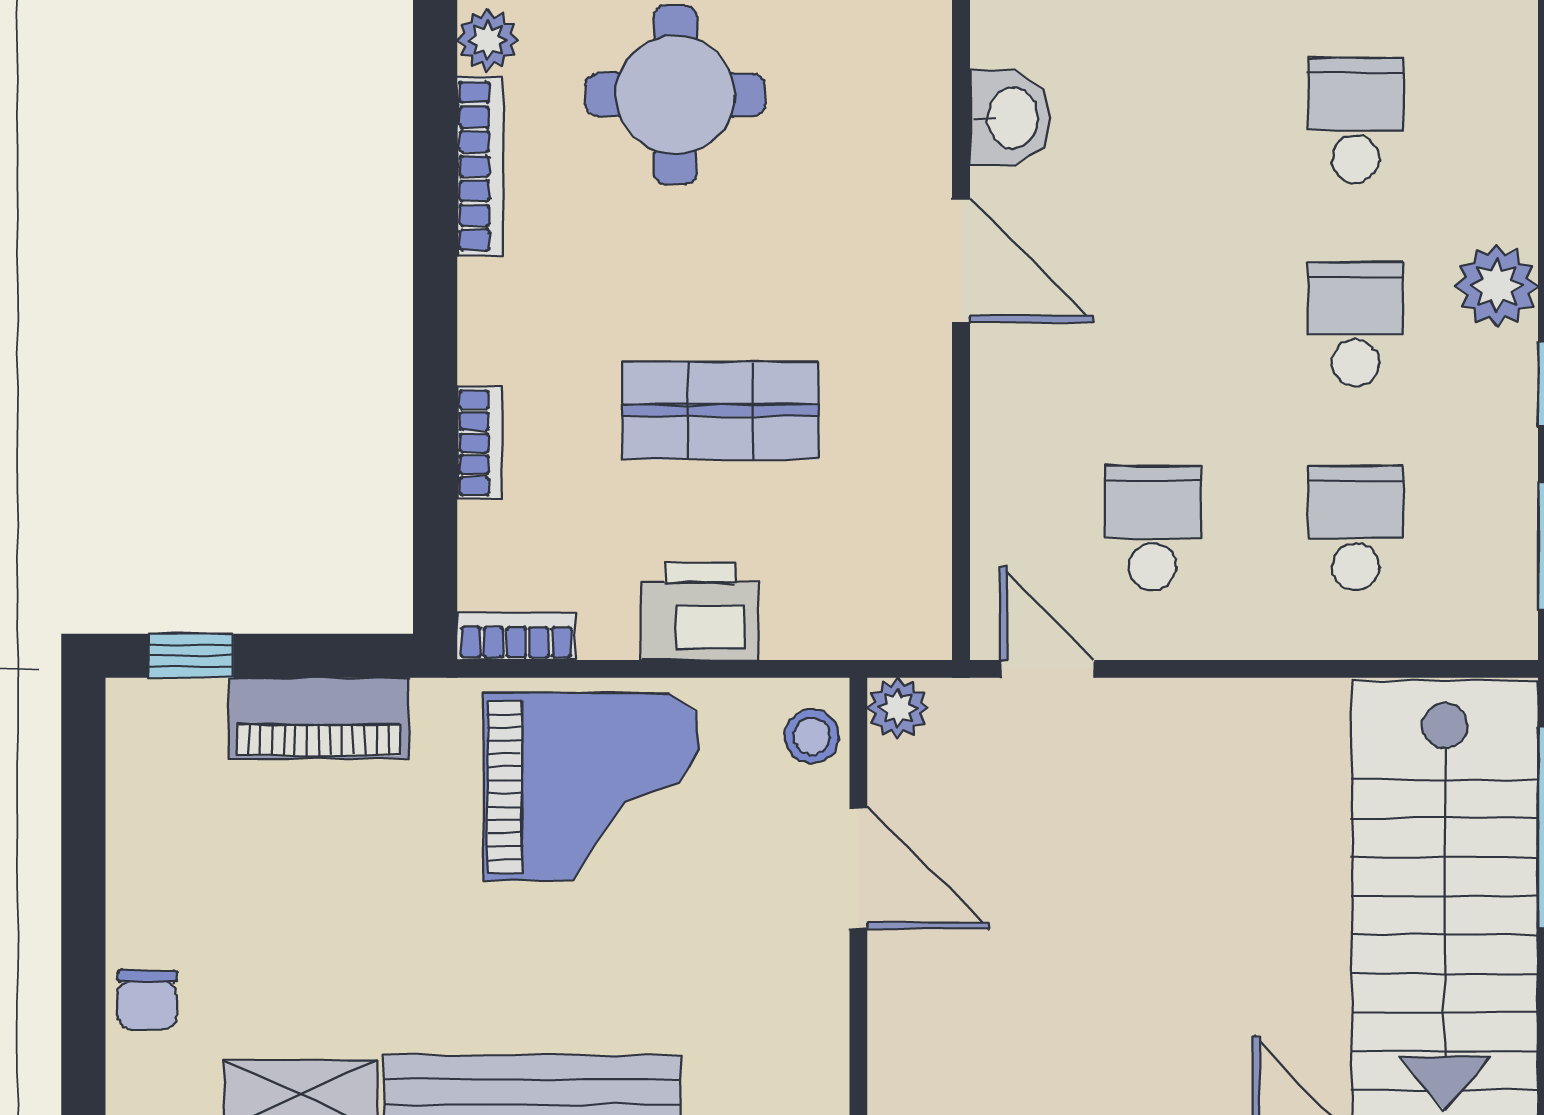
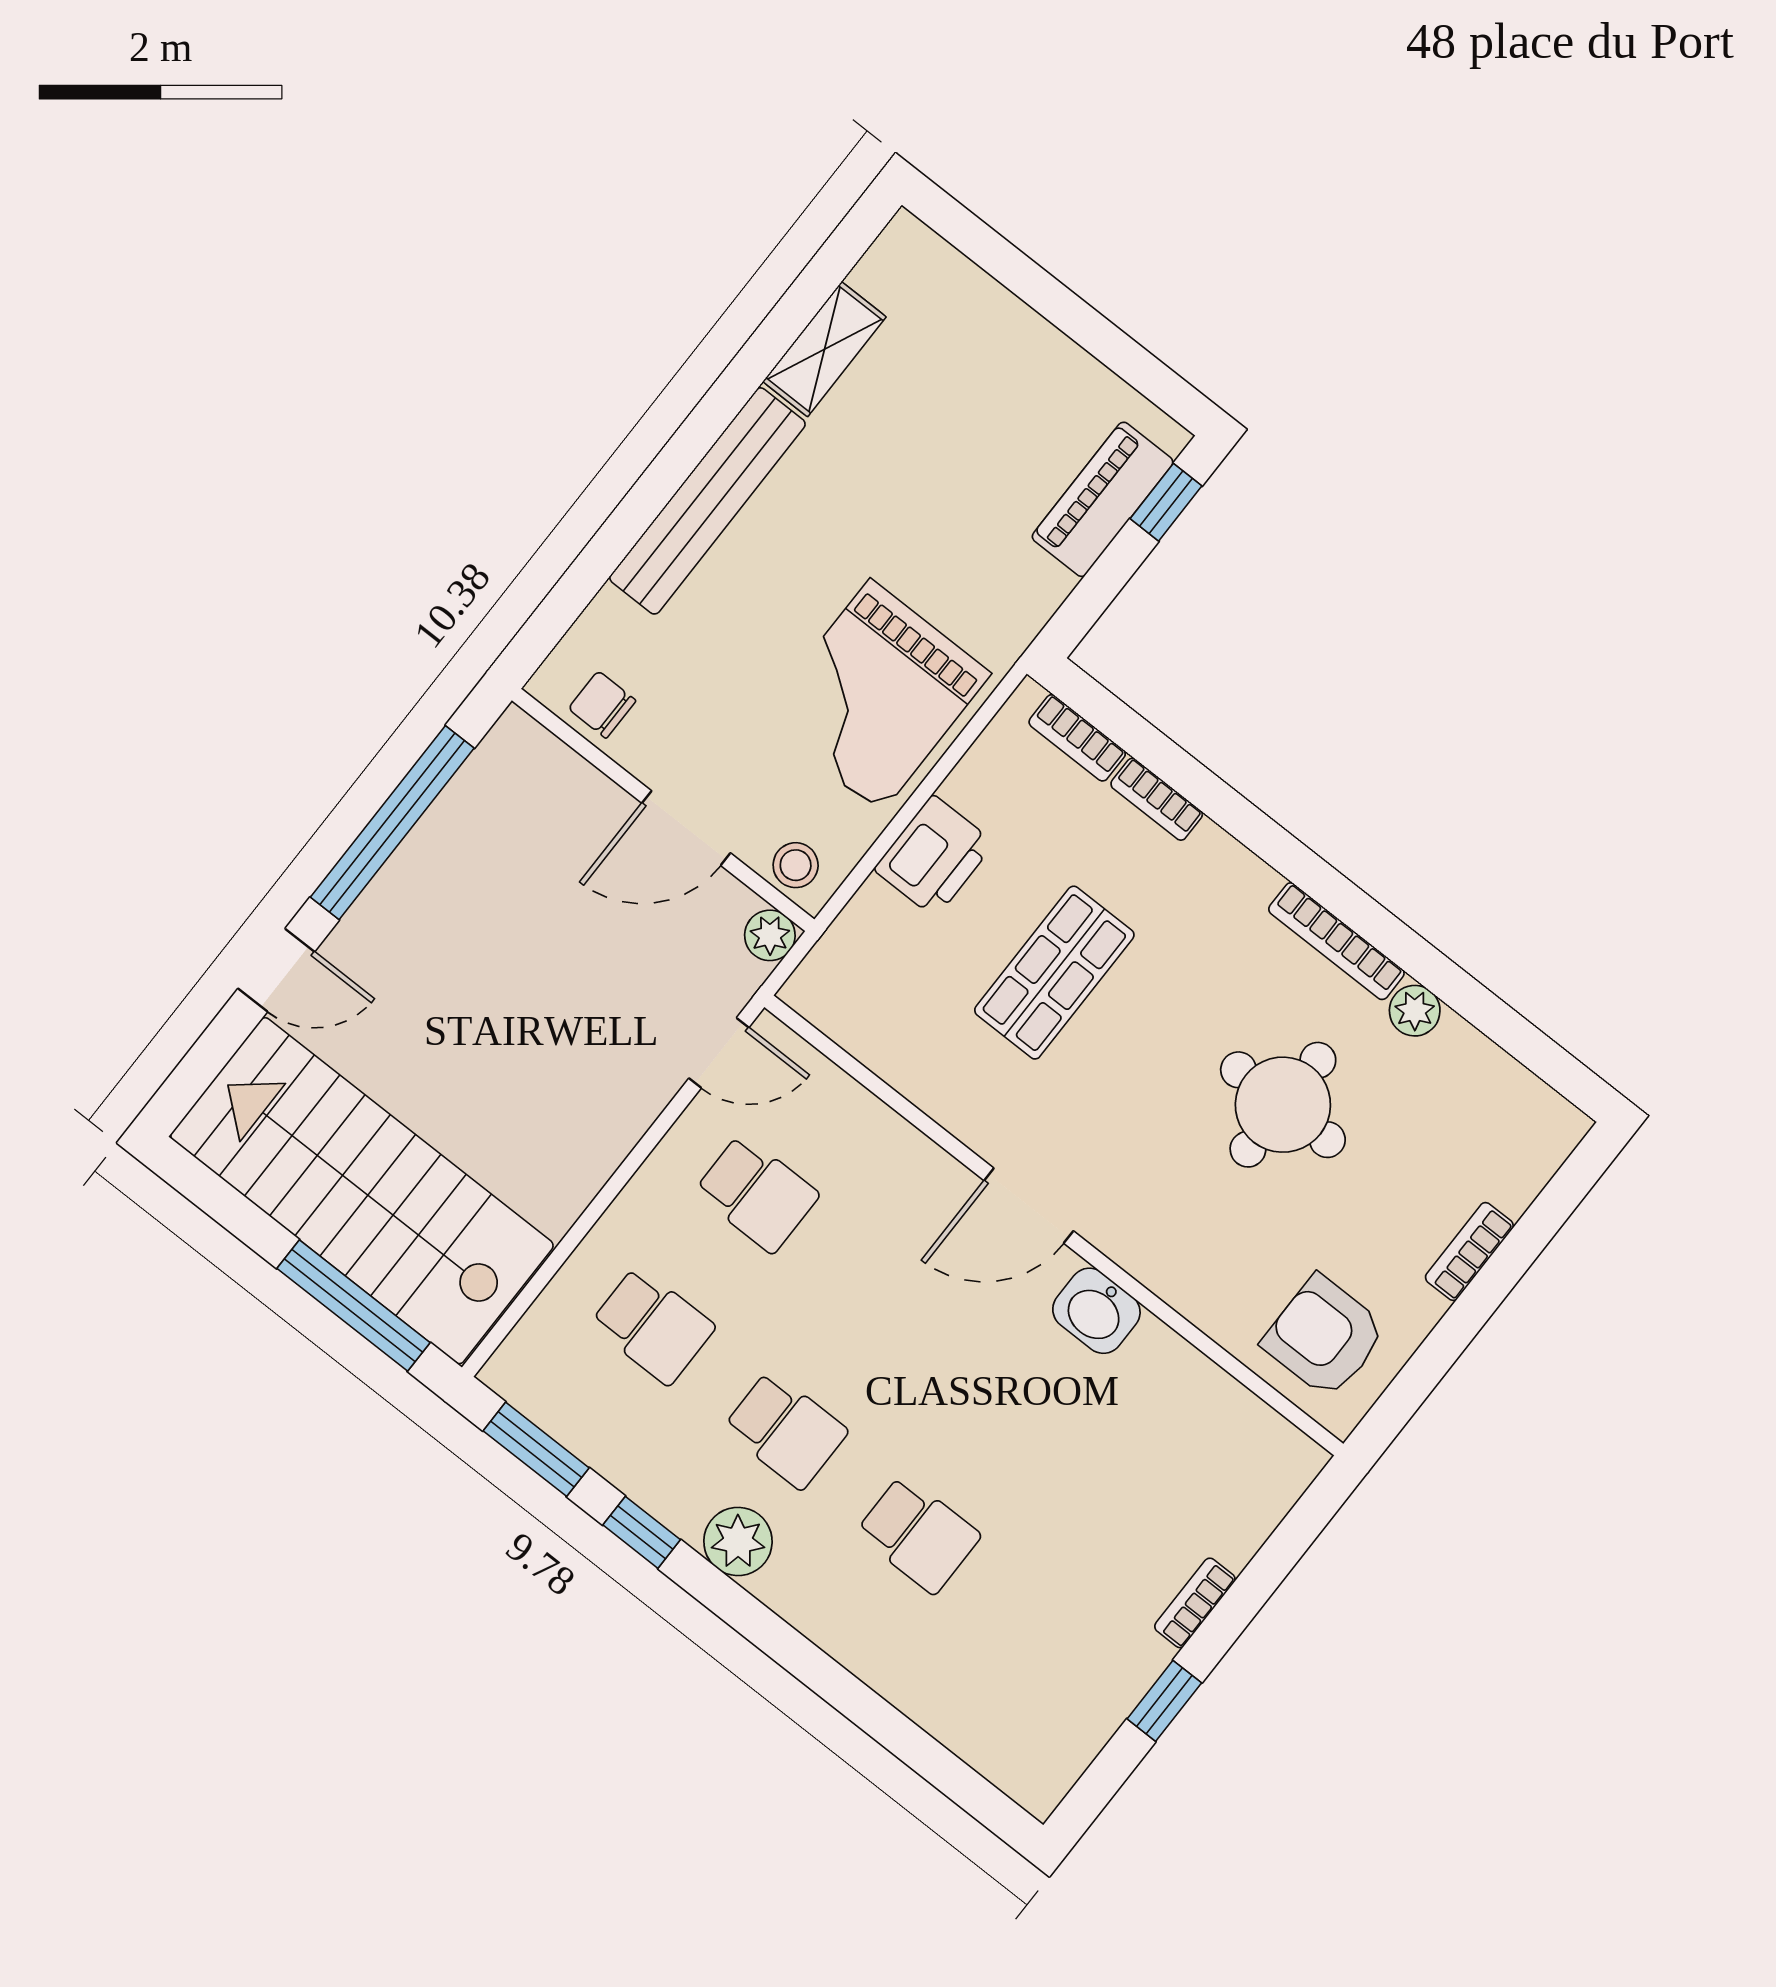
bookcase: (516, 637) -> (1077, 738), moved, turned 90
piano: (319, 718) -> (1103, 499), moved
chair: (147, 1000) -> (602, 705), moved

